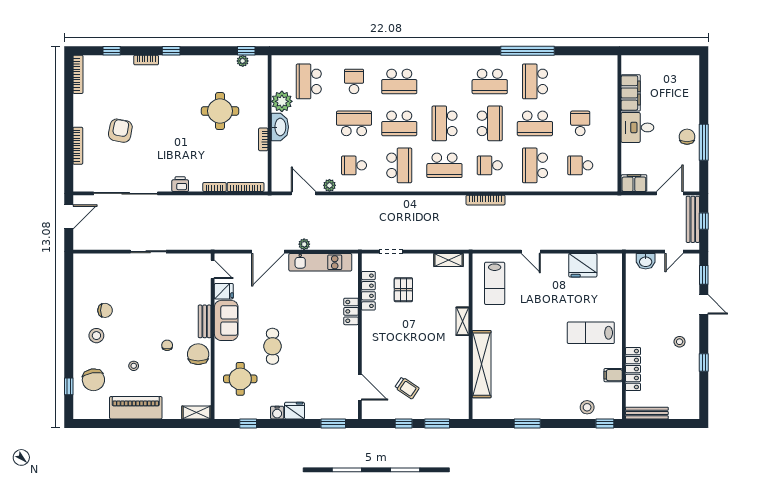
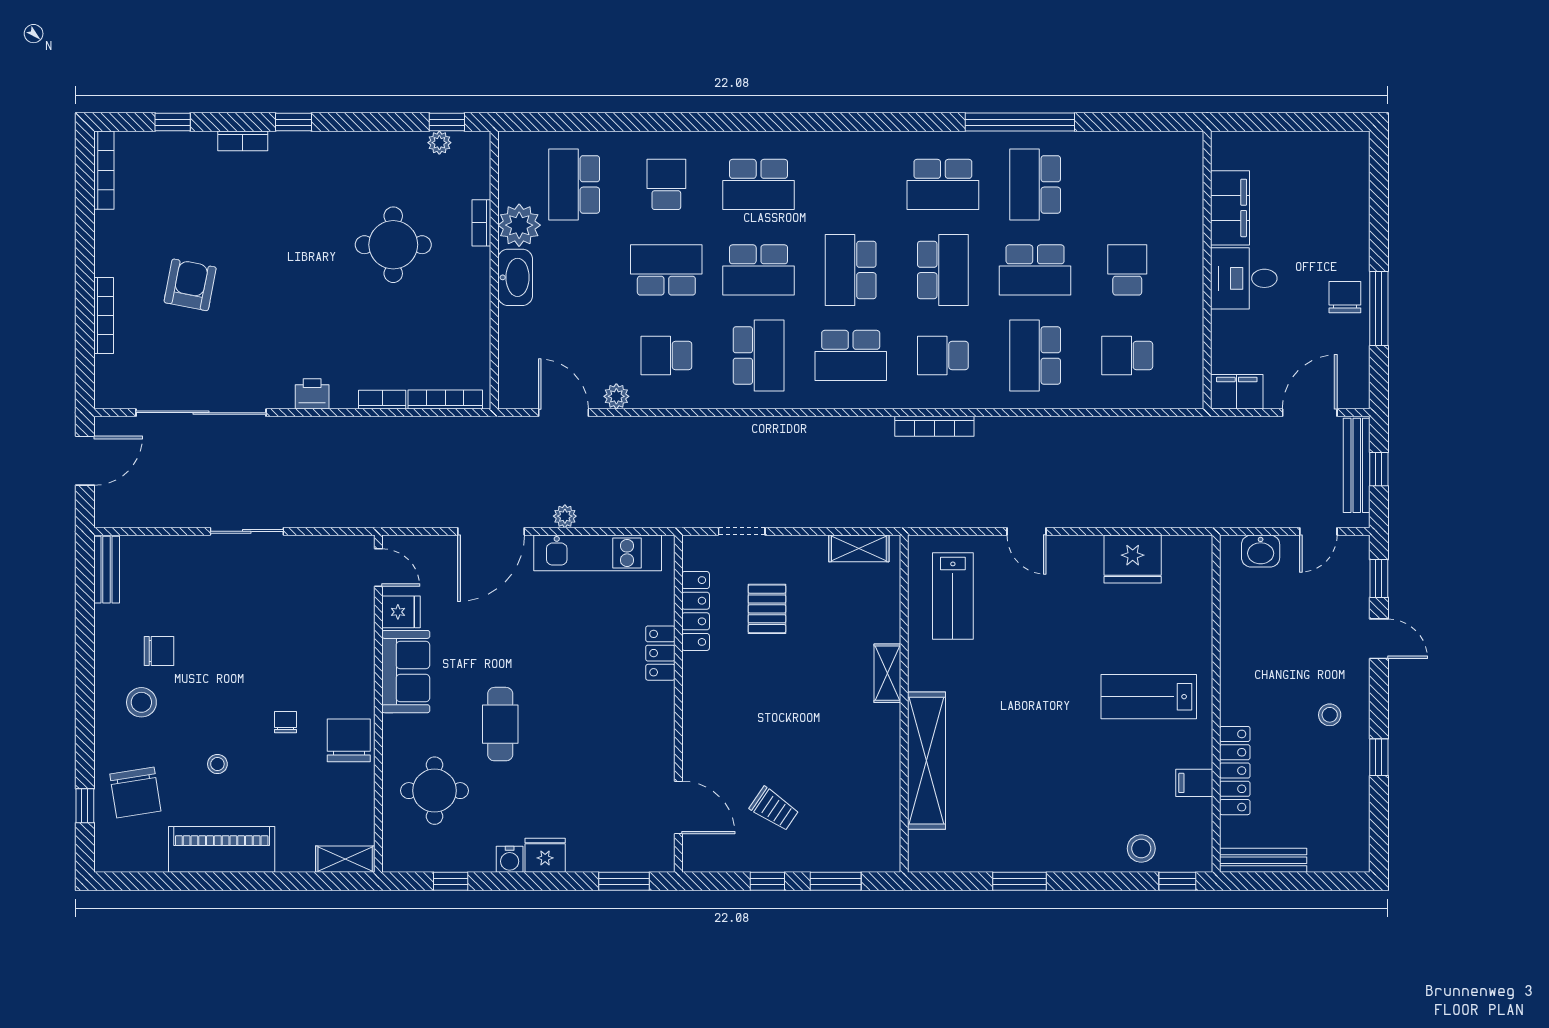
bookcase: (263, 139) -> (481, 223), moved
bench: (205, 321) -> (107, 570), moved

